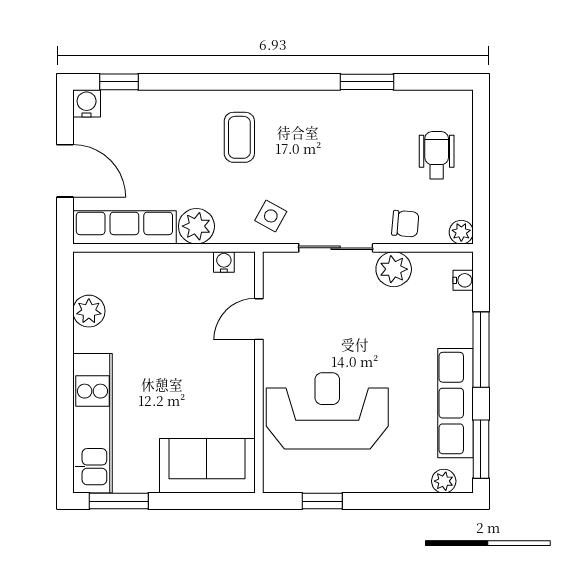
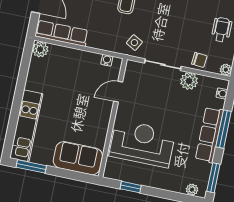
plant: (196, 226) -> (97, 40), removed
plant: (89, 311) -> (40, 49), moved
row of seats: (455, 403) -> (209, 135), moved

